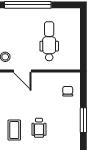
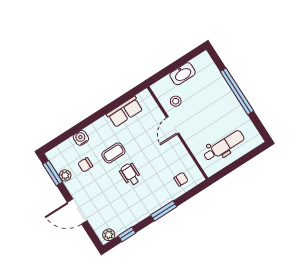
dental chair: (49, 41) -> (224, 146), moved
wheelchair: (39, 128) -> (130, 174), turned 90

